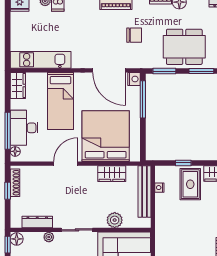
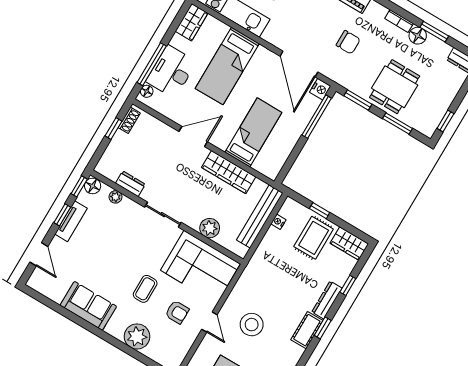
dining table: (184, 47) -> (395, 87), width x0.73
bed: (106, 136) -> (253, 132), width x0.49
wardrobe: (112, 174) -> (229, 172), width x1.50
shoe rack: (15, 183) -> (129, 120), width x0.70
dresser: (37, 222) -> (130, 184), width x0.70
plant: (49, 237) -> (116, 197), moved

